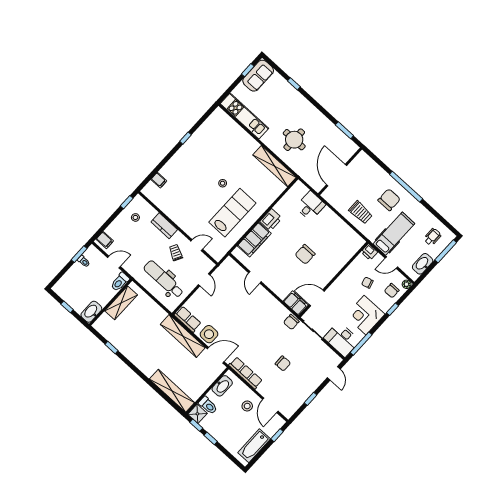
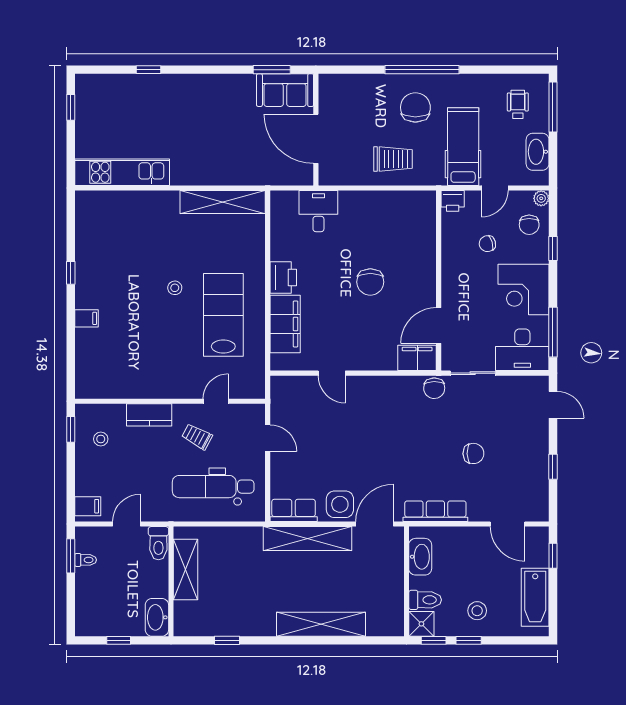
sofa: (258, 76) -> (285, 90), moved, turned 90
round table: (294, 140) -> (217, 143), removed
filing cabinet: (159, 180) -> (86, 318), moved
shelving: (172, 391) -> (321, 624), moved
stool: (247, 406) -> (477, 611), moved

